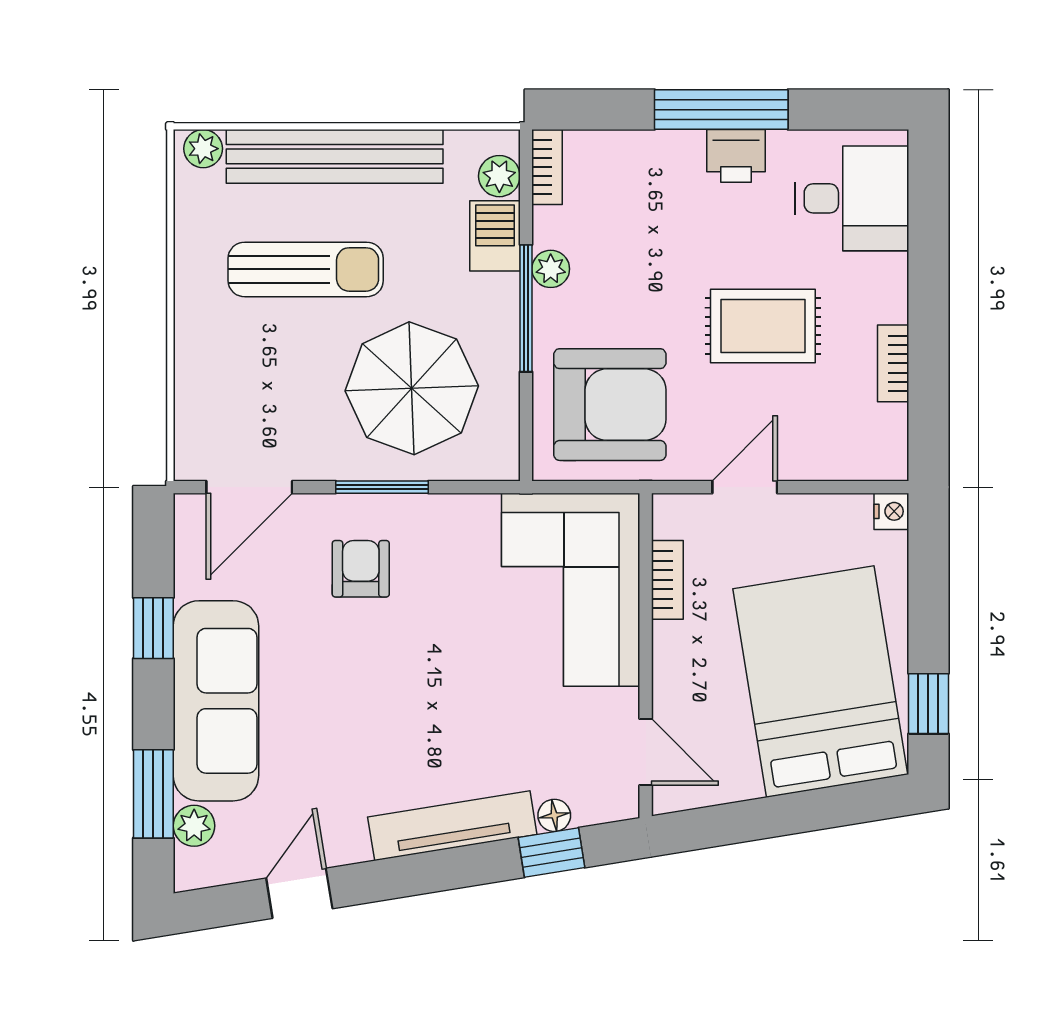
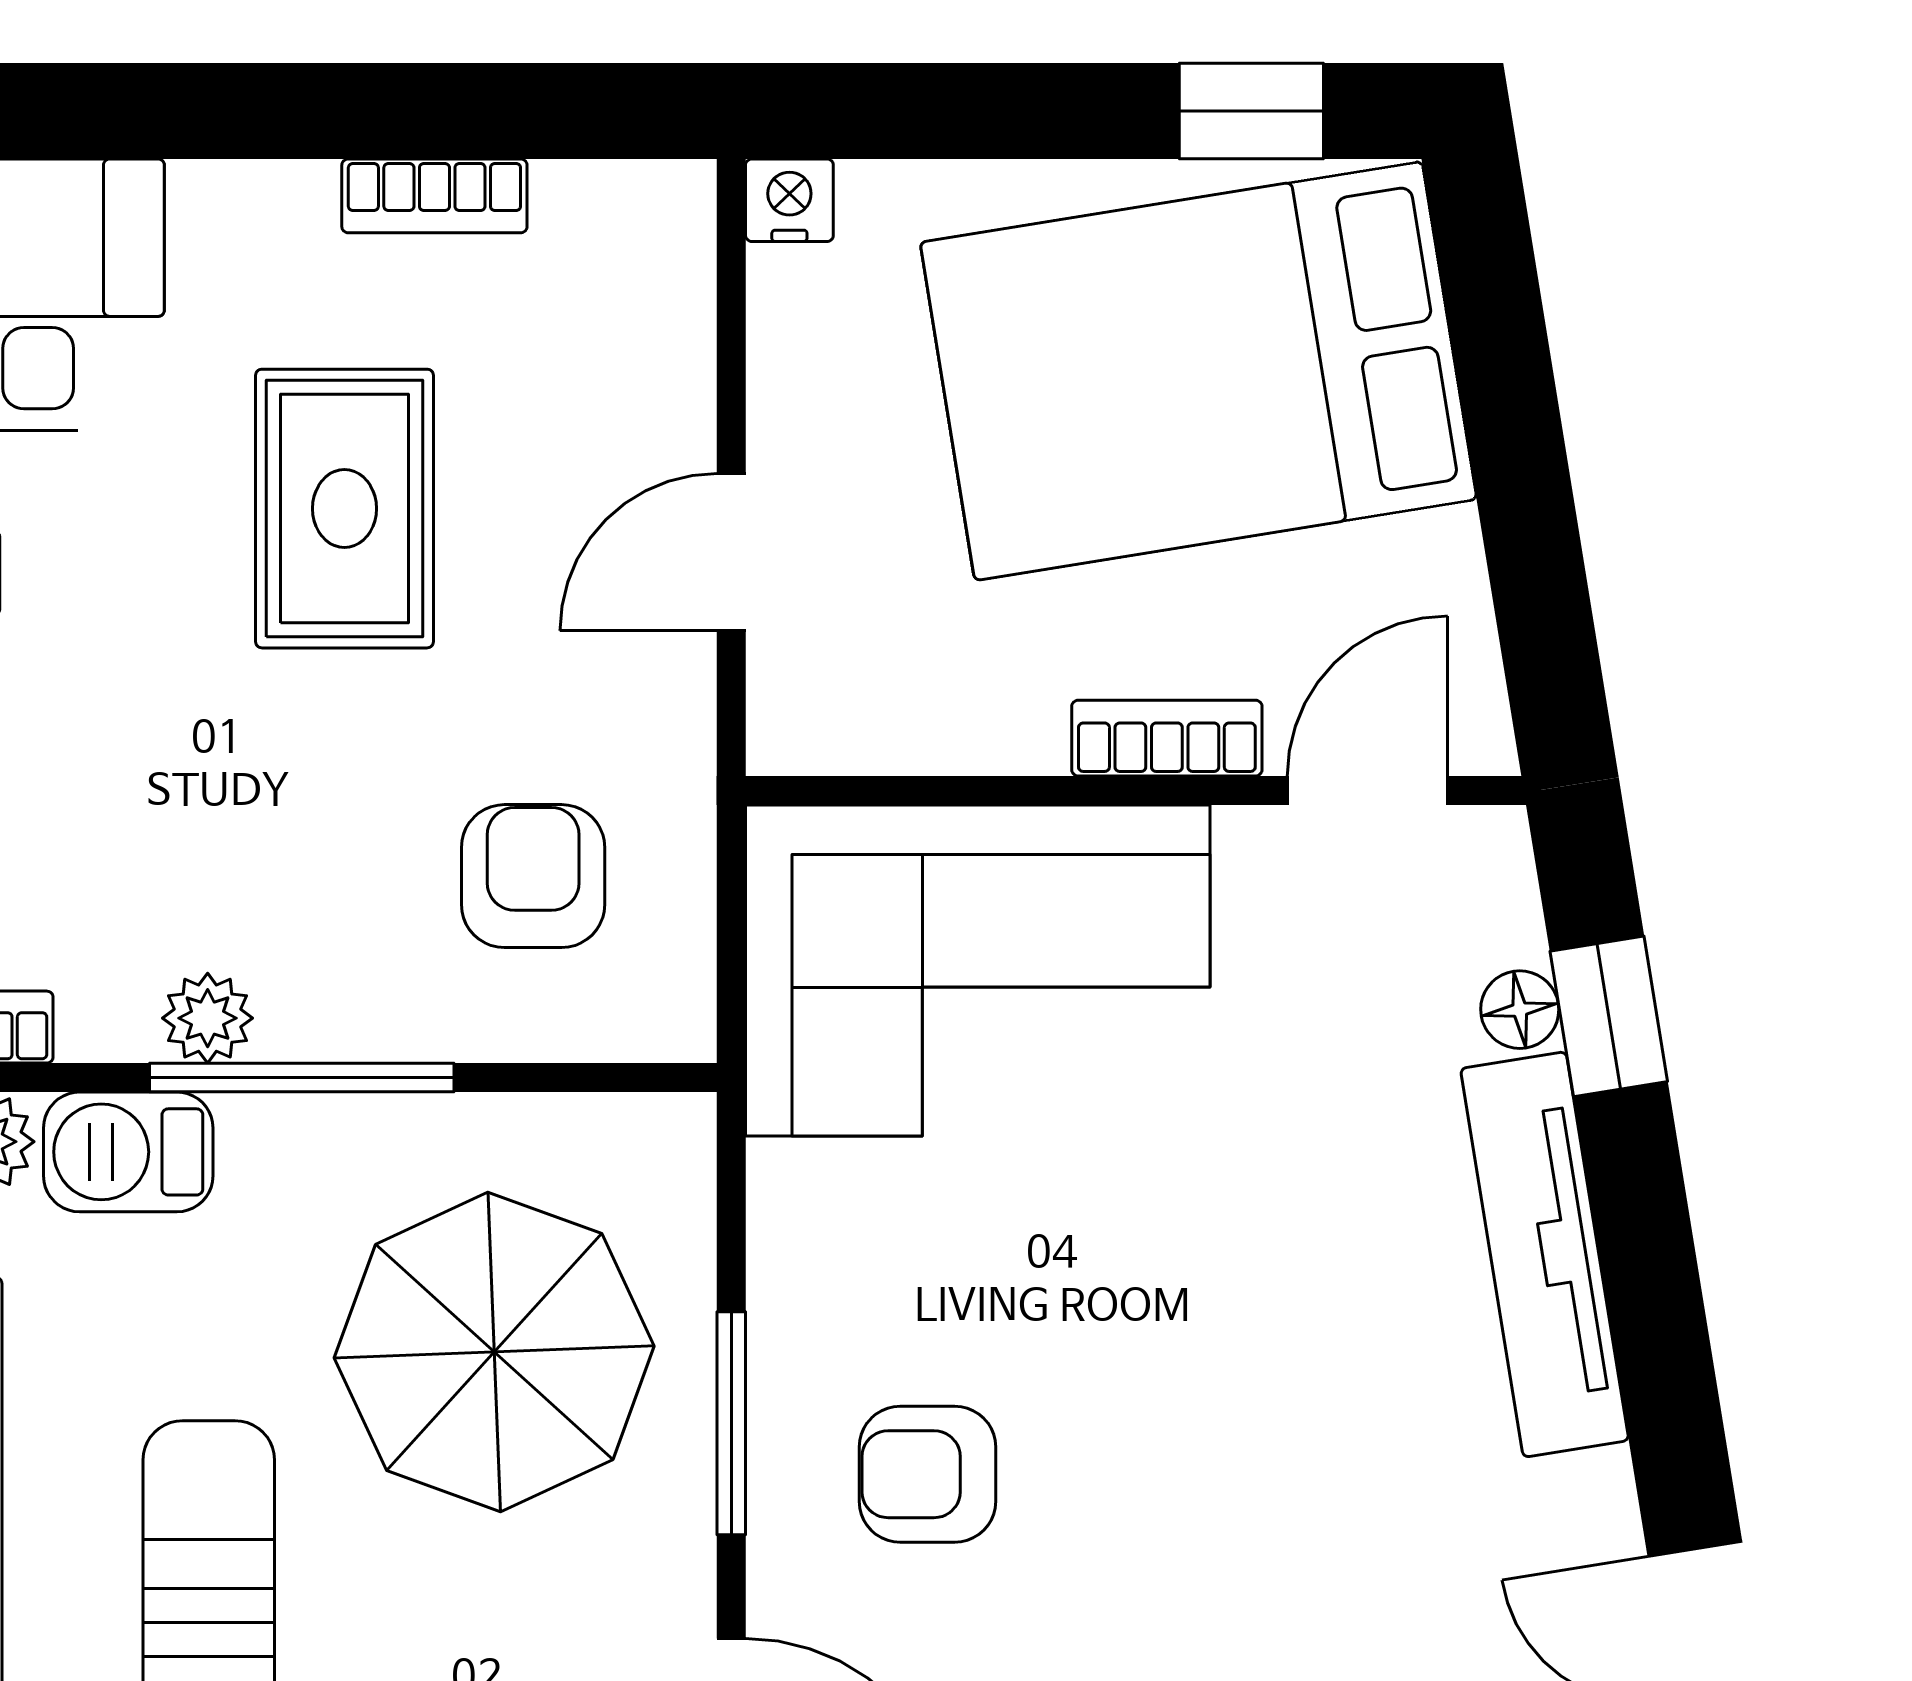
armchair: (610, 405) -> (533, 876), width x0.53, depth x0.53
door: (745, 487) -> (731, 552), hinge flipped
bookcase: (667, 580) -> (1167, 738), moved

